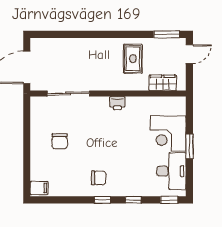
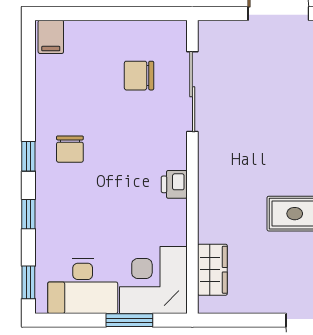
wardrobe: (163, 83) -> (212, 270), moved
sliding door: (68, 94) -> (192, 92), moved
wall: (108, 94) -> (192, 167), moved
printer: (117, 103) -> (174, 184), moved

